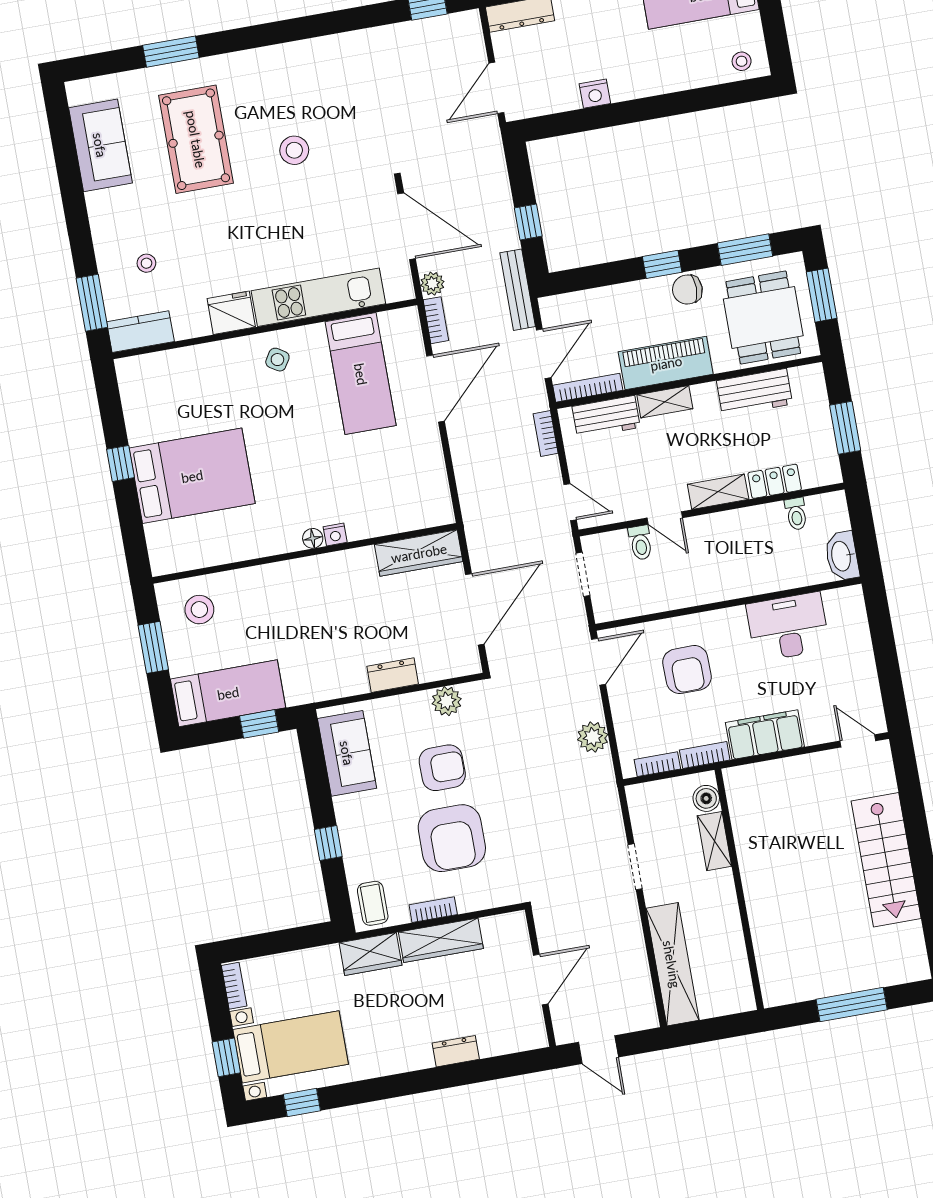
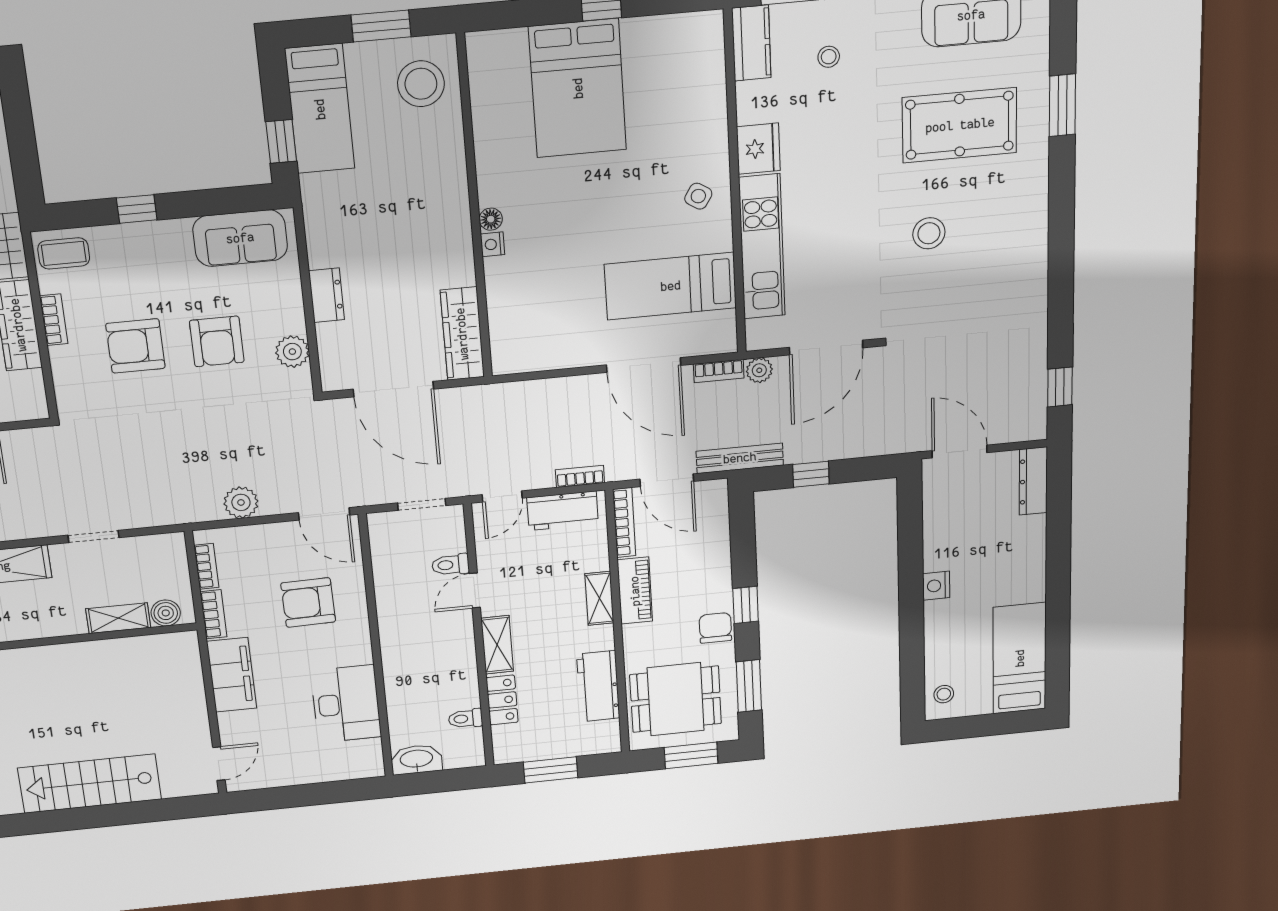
nightstand: (595, 94) -> (936, 586), moved
piano: (666, 363) -> (635, 591), width x0.73, depth x0.75
workbench: (606, 417) -> (563, 511), moved, turned -90
stool: (199, 610) -> (421, 84), width x1.38, depth x1.38
armchair: (452, 838) -> (135, 346), width x0.73, depth x0.73

